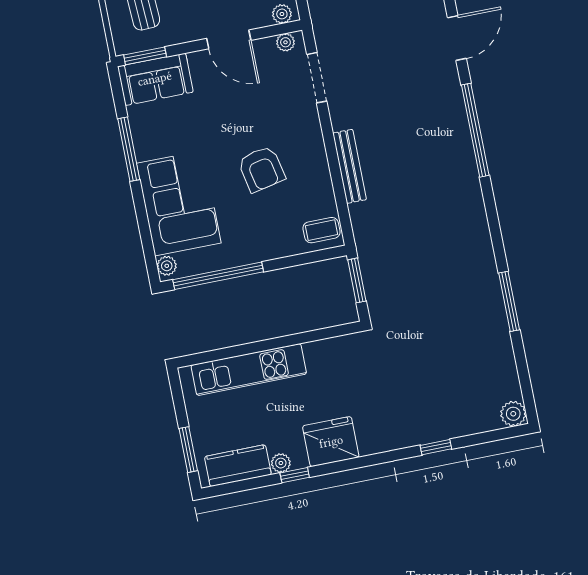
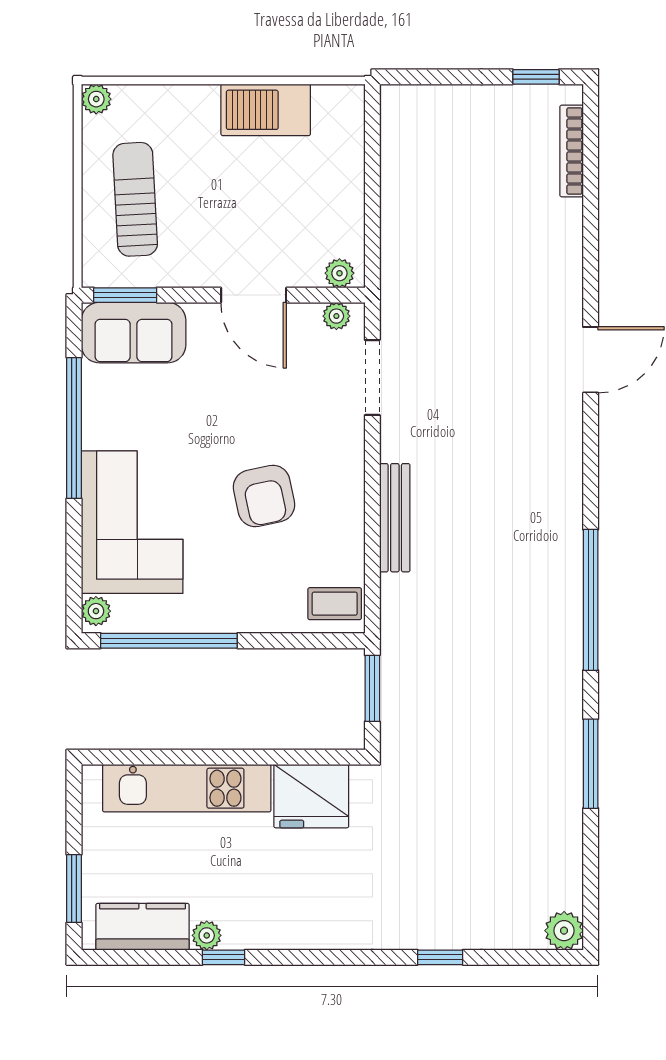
window: (475, 130) -> (591, 600), moved
window: (129, 149) -> (74, 428), width x1.46
fridge: (331, 442) -> (311, 796), moved, turned 180

